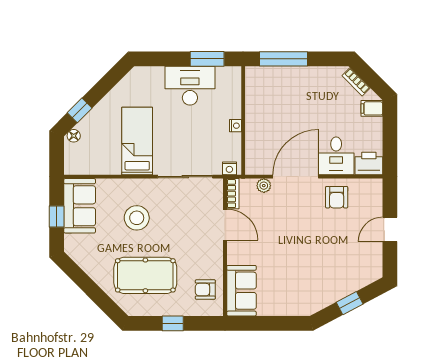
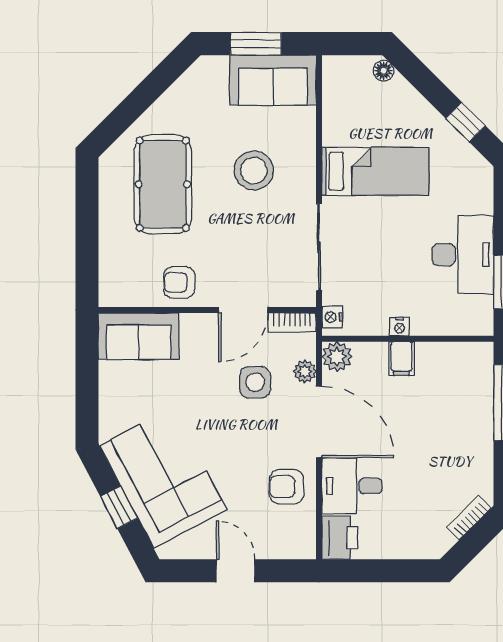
filing cabinet: (372, 108) -> (401, 359), moved, turned 180
window: (80, 110) -> (466, 122), moved
plant: (254, 165) -> (337, 357), added
window: (57, 216) -> (256, 44), width x1.50
side table: (271, 217) -> (255, 382), added
corner sofa: (331, 275) -> (163, 478), added
armchair: (205, 290) -> (179, 282), moved, turned -90
window: (173, 323) -> (87, 227), removed

